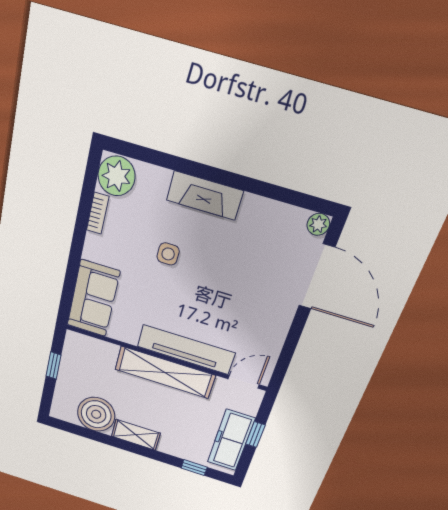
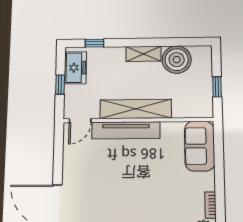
side table: (168, 254) -> (156, 192), removed
freezer: (231, 440) -> (75, 68), width x0.71

